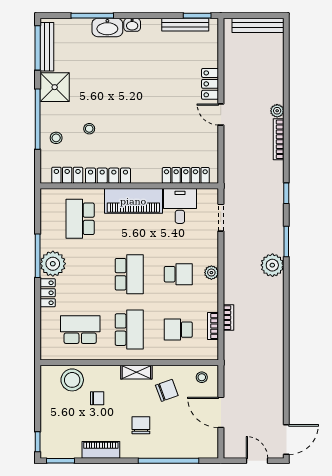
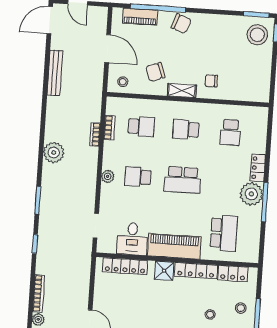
shower: (143, 173) -> (164, 271), added
plant: (272, 265) -> (54, 153), moved
school desk: (129, 274) -> (182, 180), turned -90
school desk: (80, 330) -> (230, 132), width x0.54
school desk: (129, 330) -> (186, 129), width x0.54
stool: (72, 380) -> (257, 35), moved
bench: (277, 382) -> (55, 73), added
chair: (97, 398) -> (211, 81), moved
chair: (141, 425) -> (181, 24), moved, turned -70
piano: (101, 450) -> (140, 17), moved

